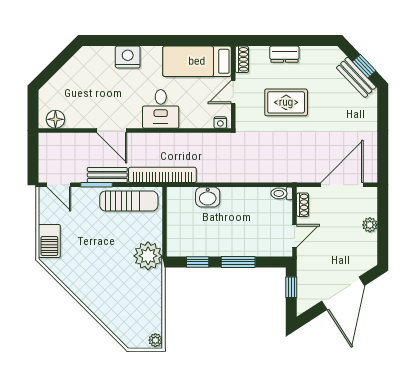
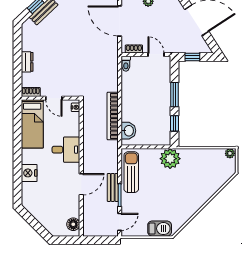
rug: (286, 102) -> (61, 61), removed
bookcase: (162, 175) -> (113, 116), moved
washbasin: (208, 197) -> (128, 131), moved

